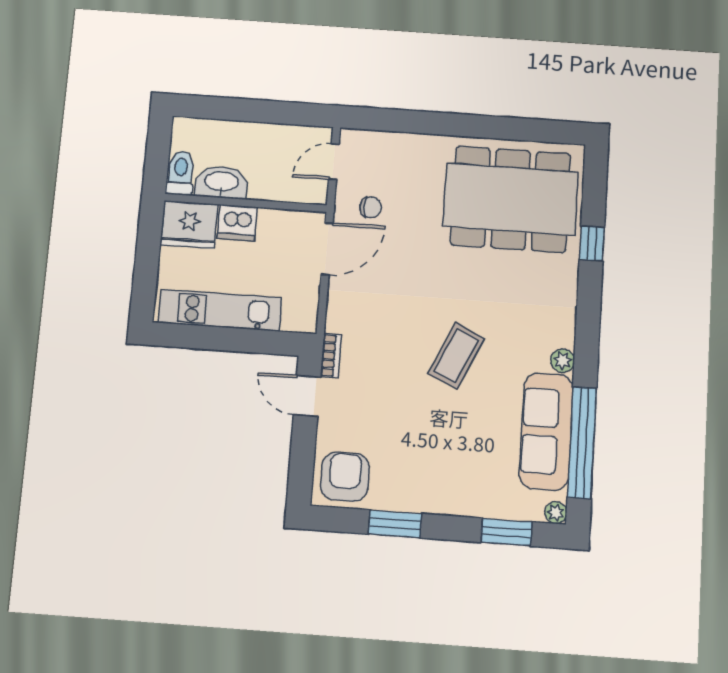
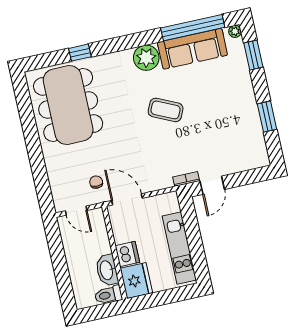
plant: (563, 361) -> (146, 58), width x1.88, depth x1.88
armchair: (345, 477) -> (250, 151), removed

